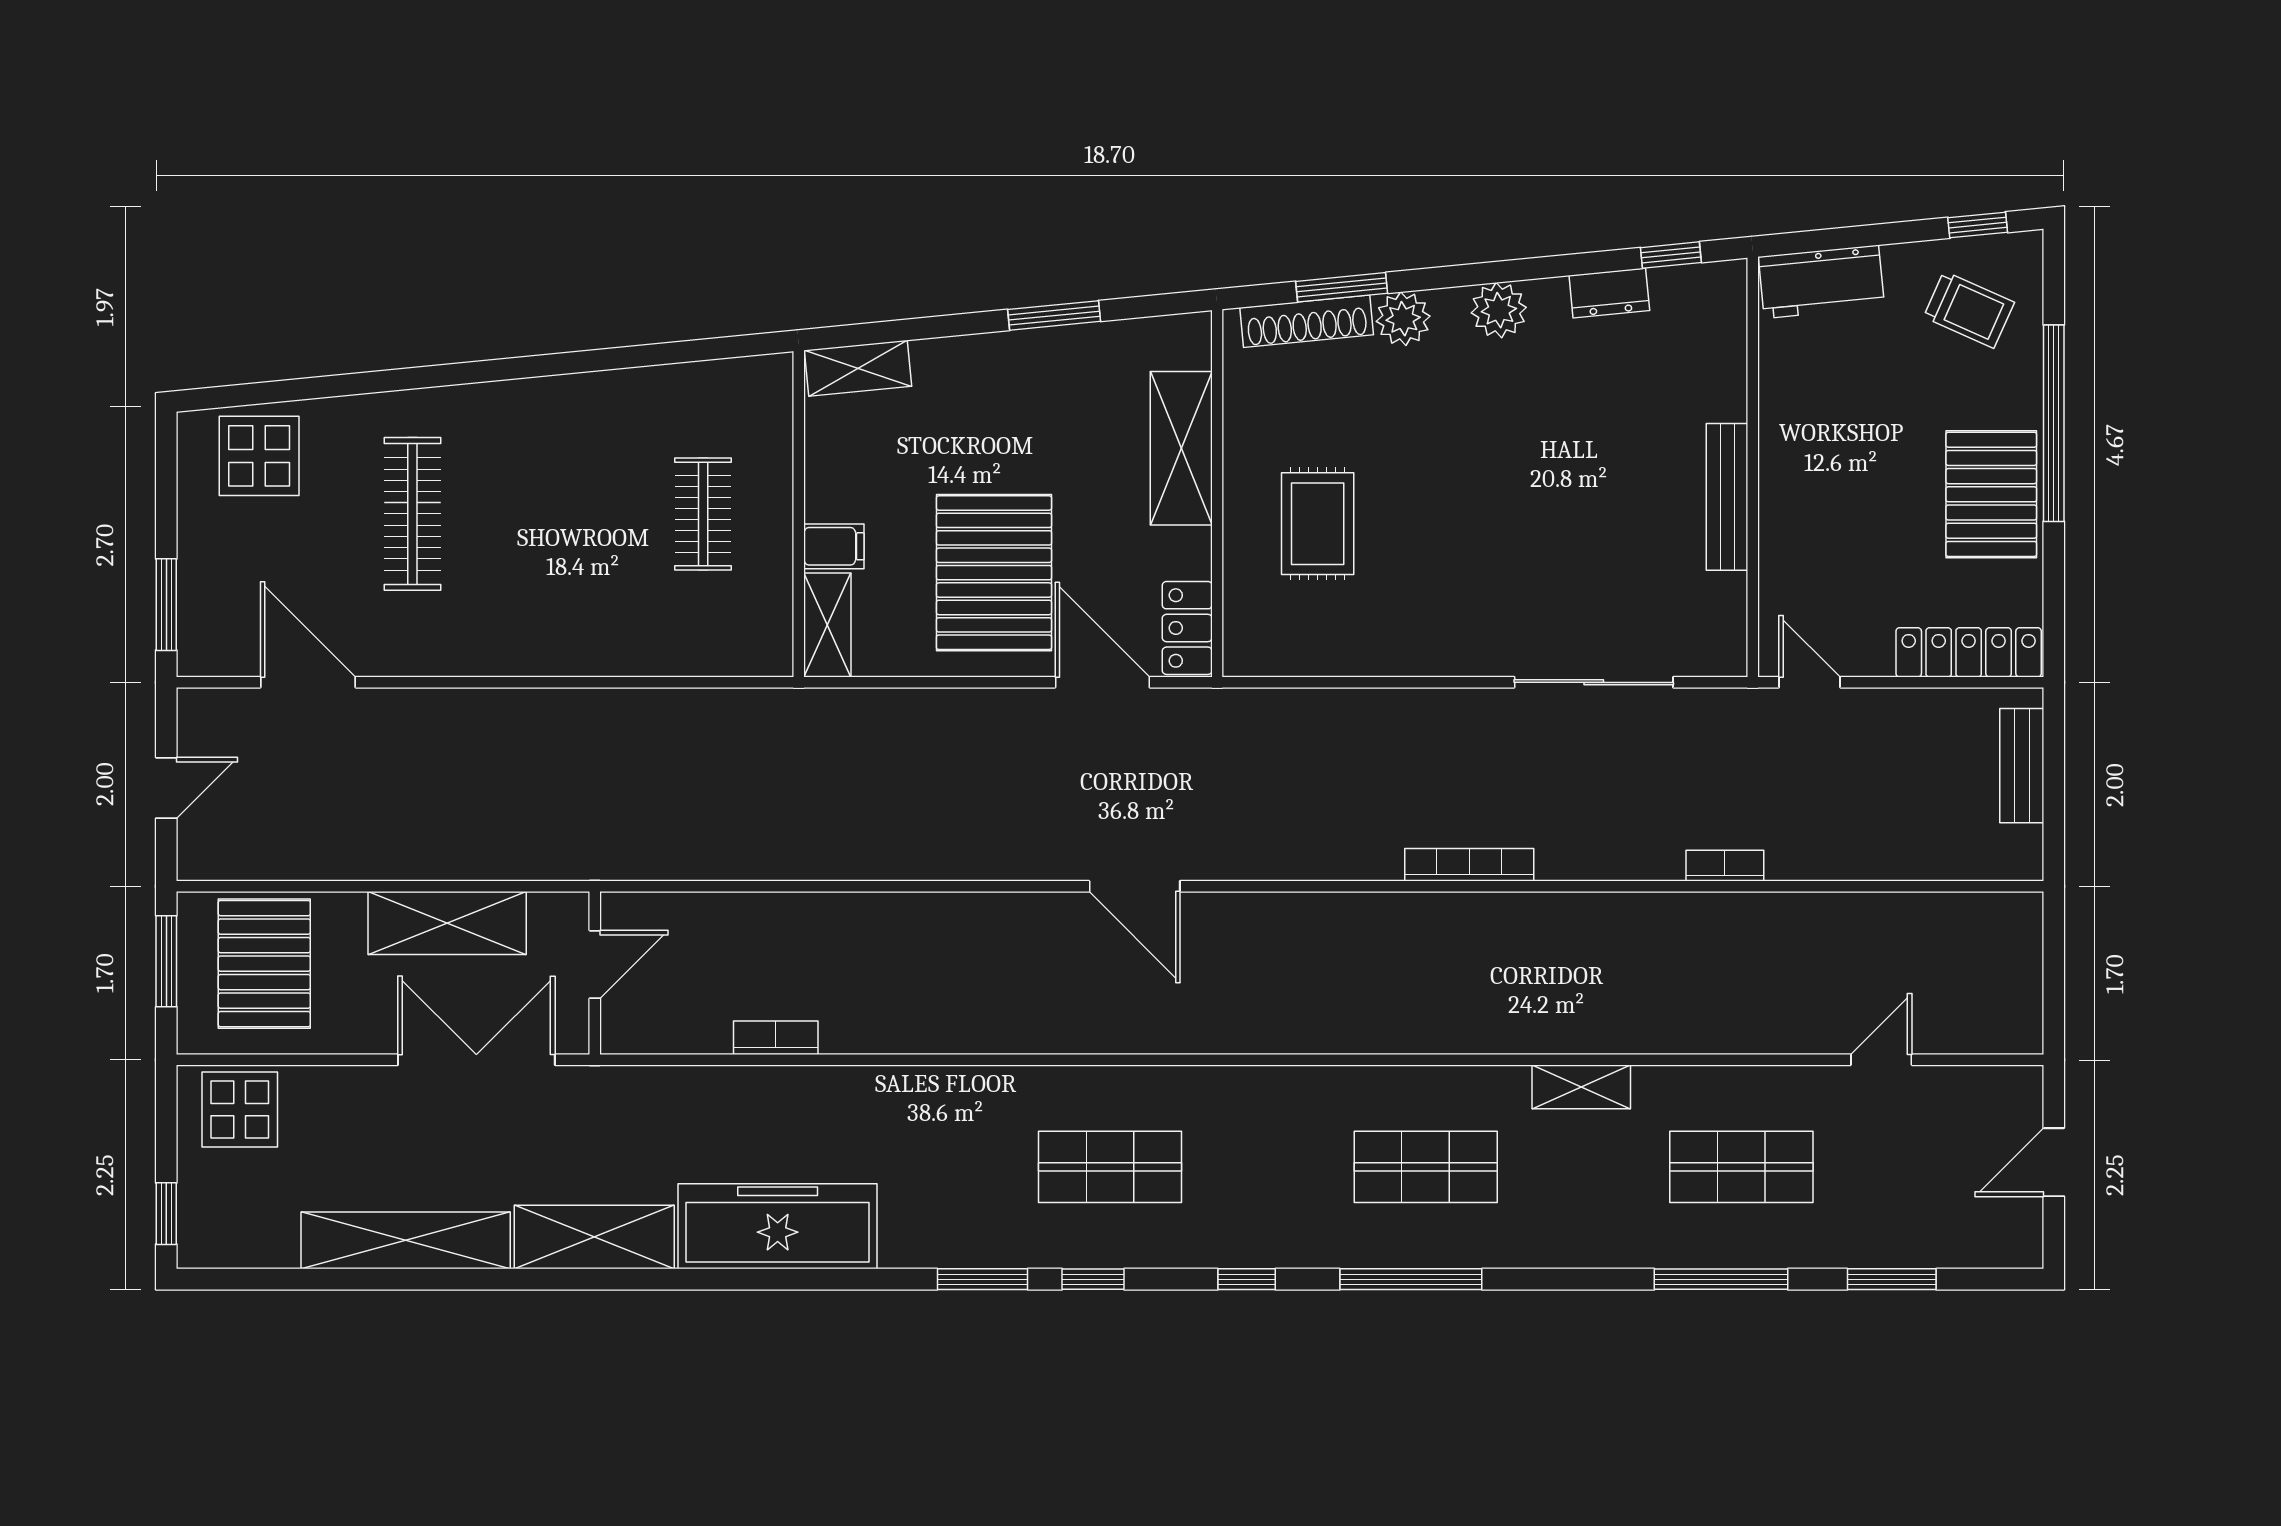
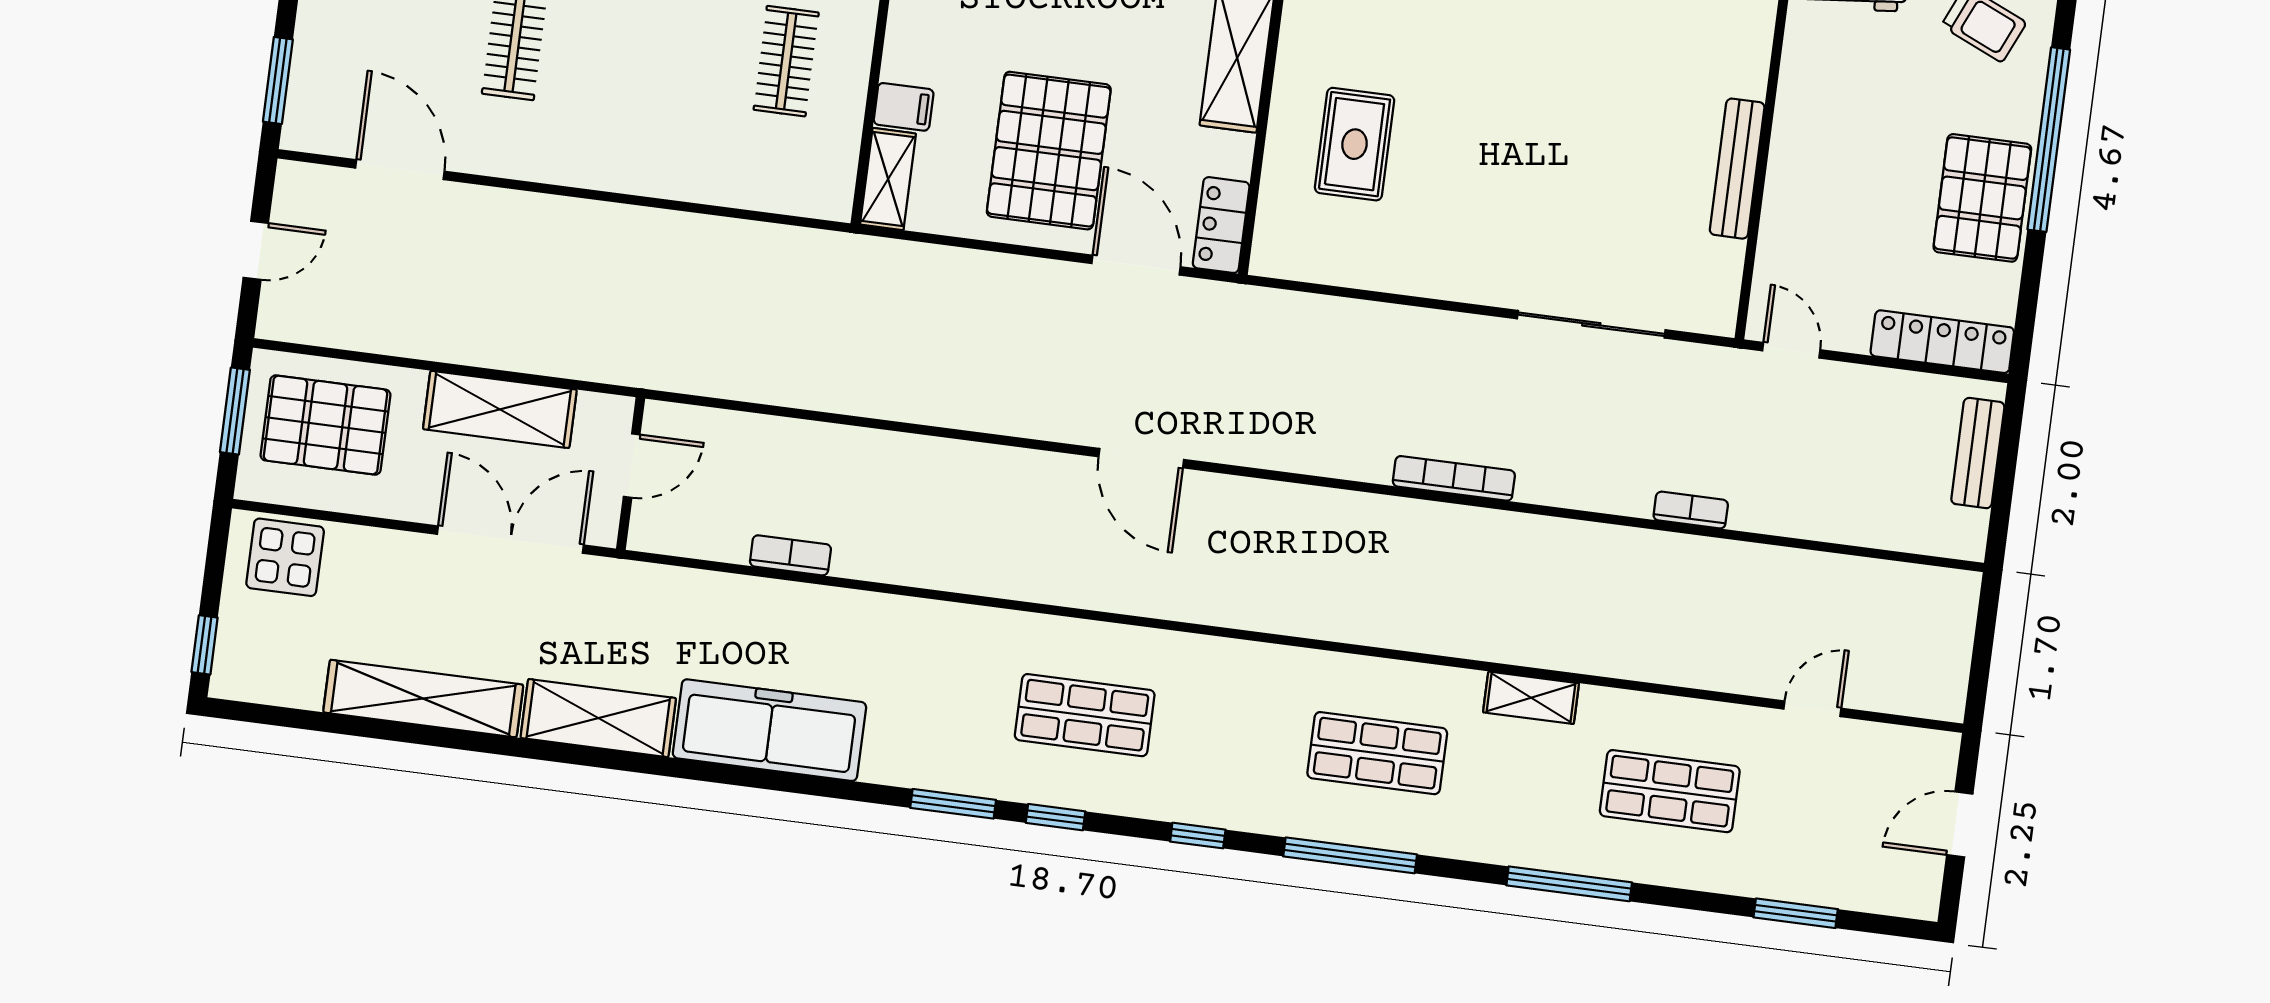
pallet: (264, 964) -> (325, 425), turned 90
window: (1721, 1279) -> (1569, 884), moved

